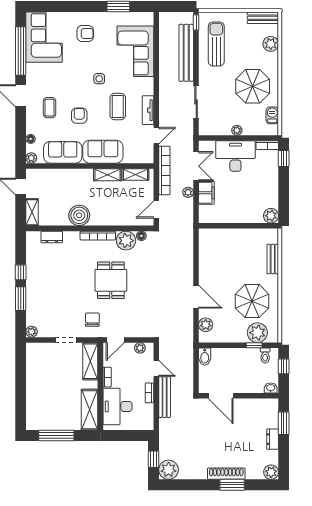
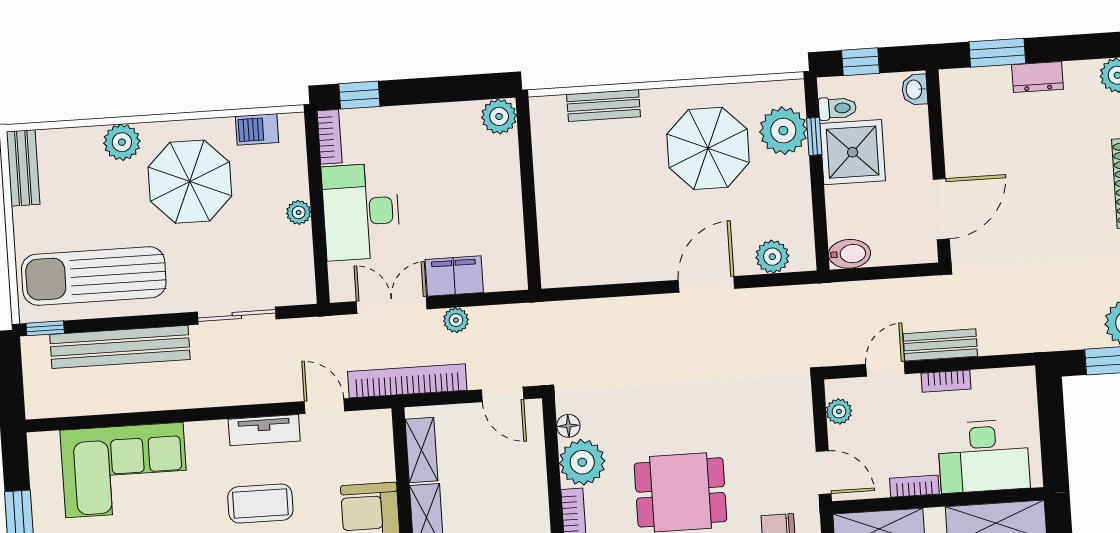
sun lounger: (216, 44) -> (94, 276), width x1.36, depth x1.34
plant: (271, 44) -> (122, 142), moved
shower: (247, 361) -> (853, 152), added
bench: (165, 397) -> (940, 345), width x0.73

